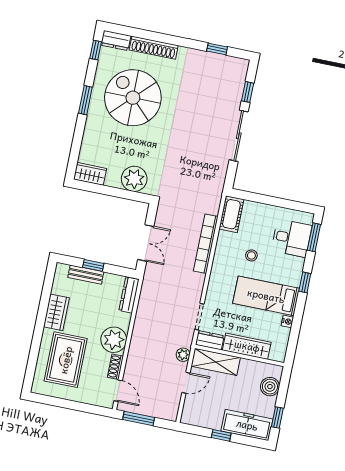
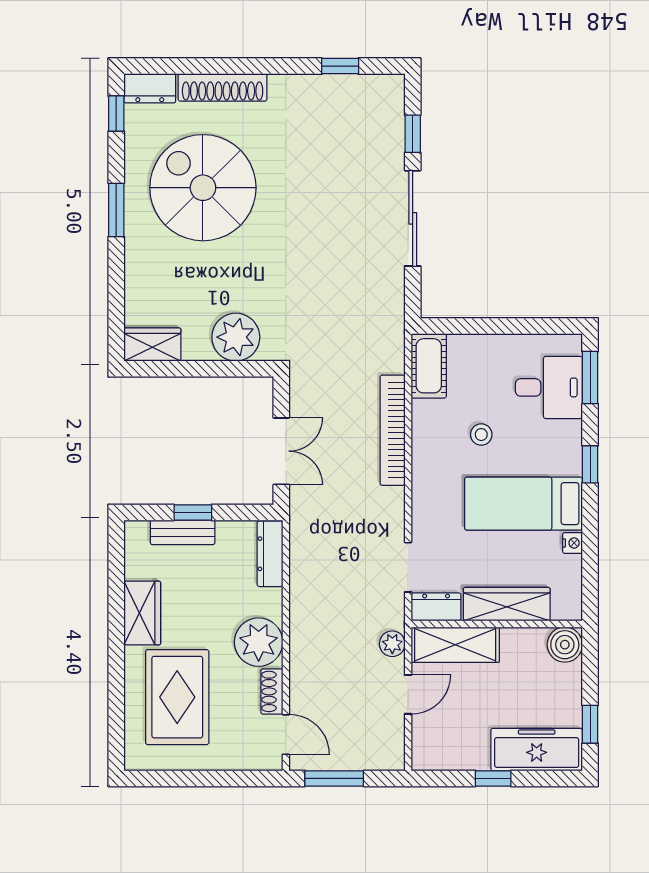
boiler: (270, 387) -> (565, 645), moved

